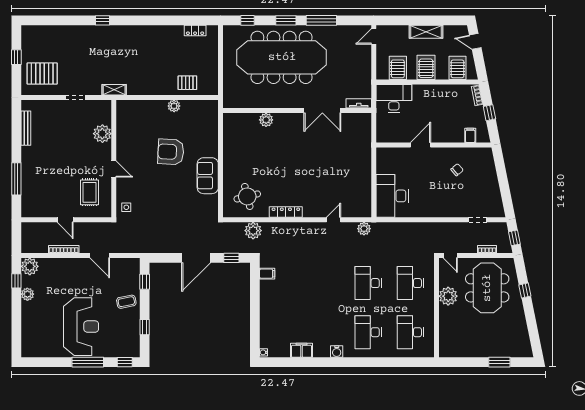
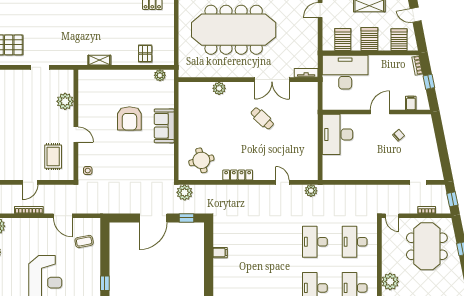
pallet: (187, 83) -> (145, 54), turned 90
shelving: (114, 90) -> (99, 60), moved
desk: (394, 98) -> (345, 72), width x1.36, depth x1.30
plant: (174, 106) -> (160, 75), moved
door: (421, 145) -> (380, 112), moved
armchair: (171, 152) -> (129, 118), turned -93
cafe table: (312, 152) -> (262, 118), added
sofa: (208, 176) -> (164, 126), moved
desk: (392, 196) -> (338, 134), moved
door: (65, 220) -> (30, 182), hinge flipped
door: (333, 220) -> (282, 182), hinge flipped
plant: (253, 231) -> (185, 192), moved
filing cabinet: (267, 274) -> (220, 253), moved
window: (145, 282) -> (105, 241), removed
plant: (448, 296) -> (390, 282), moved
coffee table: (126, 302) -> (84, 242), moved

